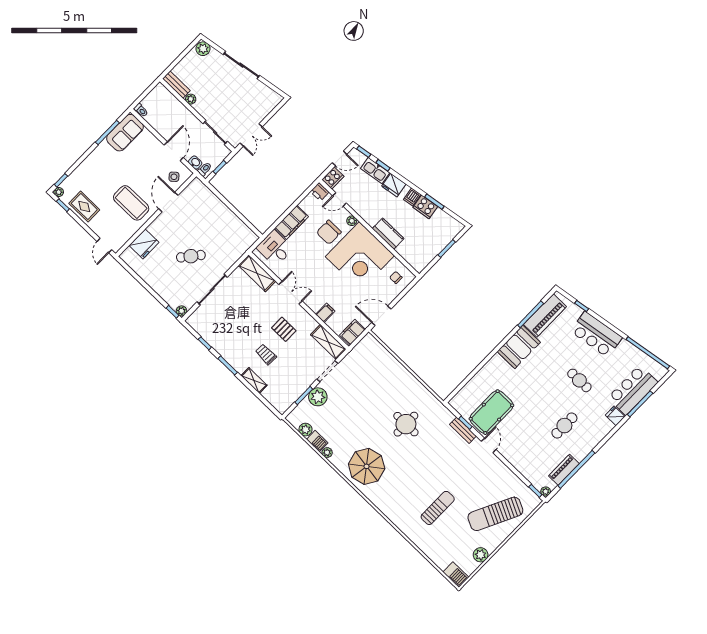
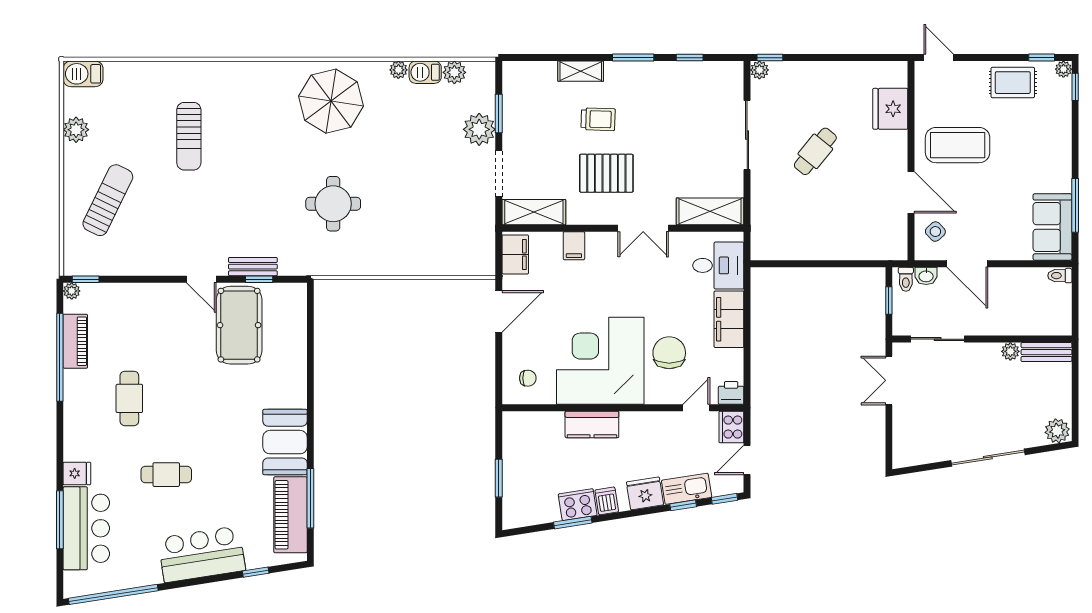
plant: (352, 221) -> (654, 396), removed
pallet: (284, 329) -> (606, 173), width x1.50, depth x1.42
sun lounger: (495, 514) -> (108, 200), width x0.73, depth x0.75

